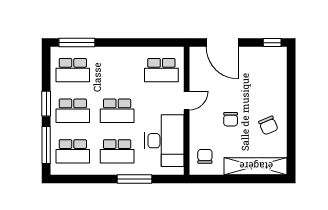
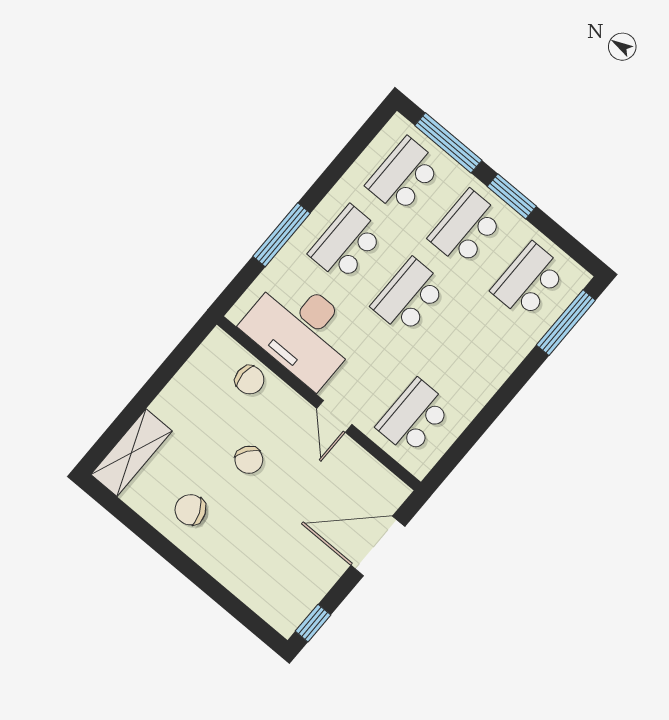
chair: (231, 119) -> (249, 460), turned -144
chair: (205, 156) -> (250, 380), moved
shelving: (256, 166) -> (131, 453), width x0.68

